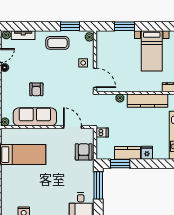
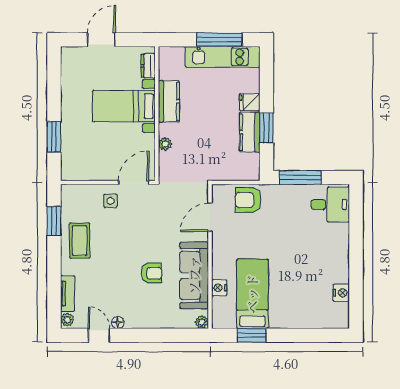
plant: (89, 37) -> (70, 191), removed
bed with nightstands: (152, 51) -> (124, 106), moved, turned 180
kitchen counter: (147, 101) -> (169, 101), width x0.67
nightstand: (27, 133) -> (219, 288), added
dishwasher: (102, 133) -> (218, 172), removed
window: (120, 164) -> (266, 128), moved

